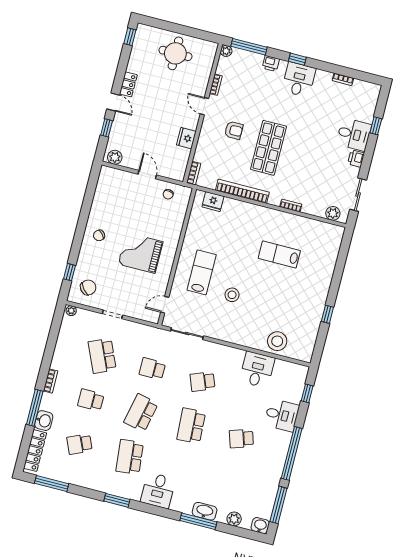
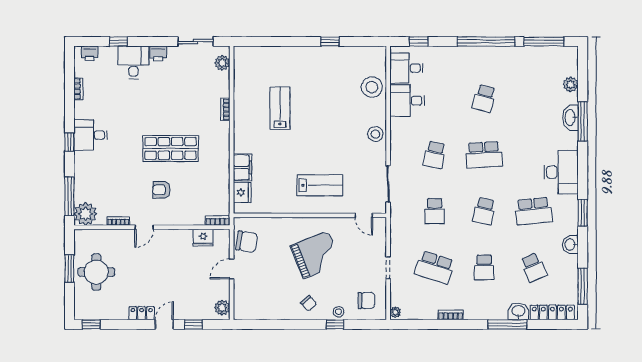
window: (185, 30) -> (69, 269), added
plant: (226, 51) -> (85, 214), width x1.87, depth x1.87
printer: (271, 63) -> (90, 53), moved, turned 90
armchair: (234, 130) -> (162, 190), turned -90
fridge: (186, 138) -> (203, 238), moved
bookcase: (242, 191) -> (223, 164), removed
chair: (168, 194) -> (247, 242), width x1.87, depth x1.87
filing cabinet: (235, 208) -> (242, 167), added
grand piano: (141, 253) -> (316, 255), turned -112
lab bench: (279, 254) -> (280, 108), turned 180
stool: (85, 260) -> (339, 312), added
window: (70, 272) -> (335, 324), moved
lab bench: (202, 272) -> (320, 185), turned 180
chair: (88, 287) -> (366, 301), turned 130
stool: (232, 295) -> (375, 134), moved
school desk: (102, 356) -> (435, 267), turned 42
bookcase: (51, 381) -> (451, 315), moved
school desk: (202, 382) -> (435, 155), turned 33
school desk: (141, 413) -> (484, 211), width x0.54
desk: (282, 415) -> (406, 68), moved, turned -90
school desk: (241, 439) -> (484, 98), turned 33
desk: (158, 490) -> (561, 172), width x1.37
washbasin: (260, 526) -> (570, 245), moved

